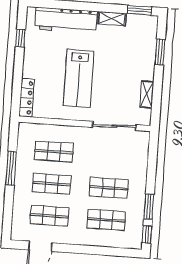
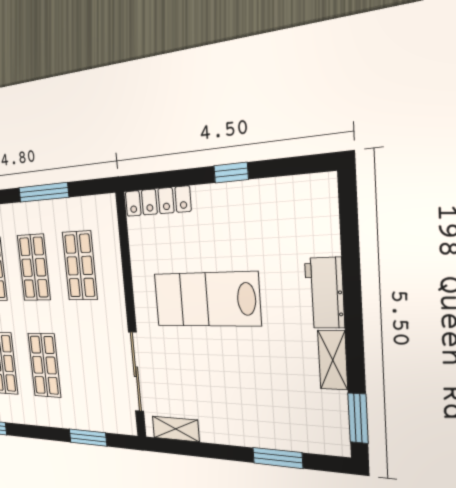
workbench: (66, 20) -> (325, 293), width x0.53, depth x0.76
window: (20, 38) -> (231, 173), moved
shelving: (147, 94) -> (176, 429), moved
window: (149, 207) -> (88, 438), moved

